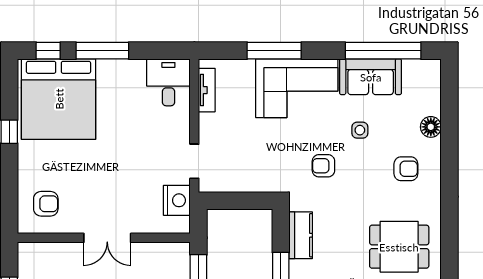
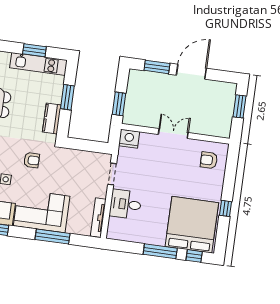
desk: (168, 82) -> (126, 204), moved, turned 90
tv unit: (207, 90) -> (98, 218), width x1.41
nightstand: (177, 200) -> (129, 139), moved, turned 90

